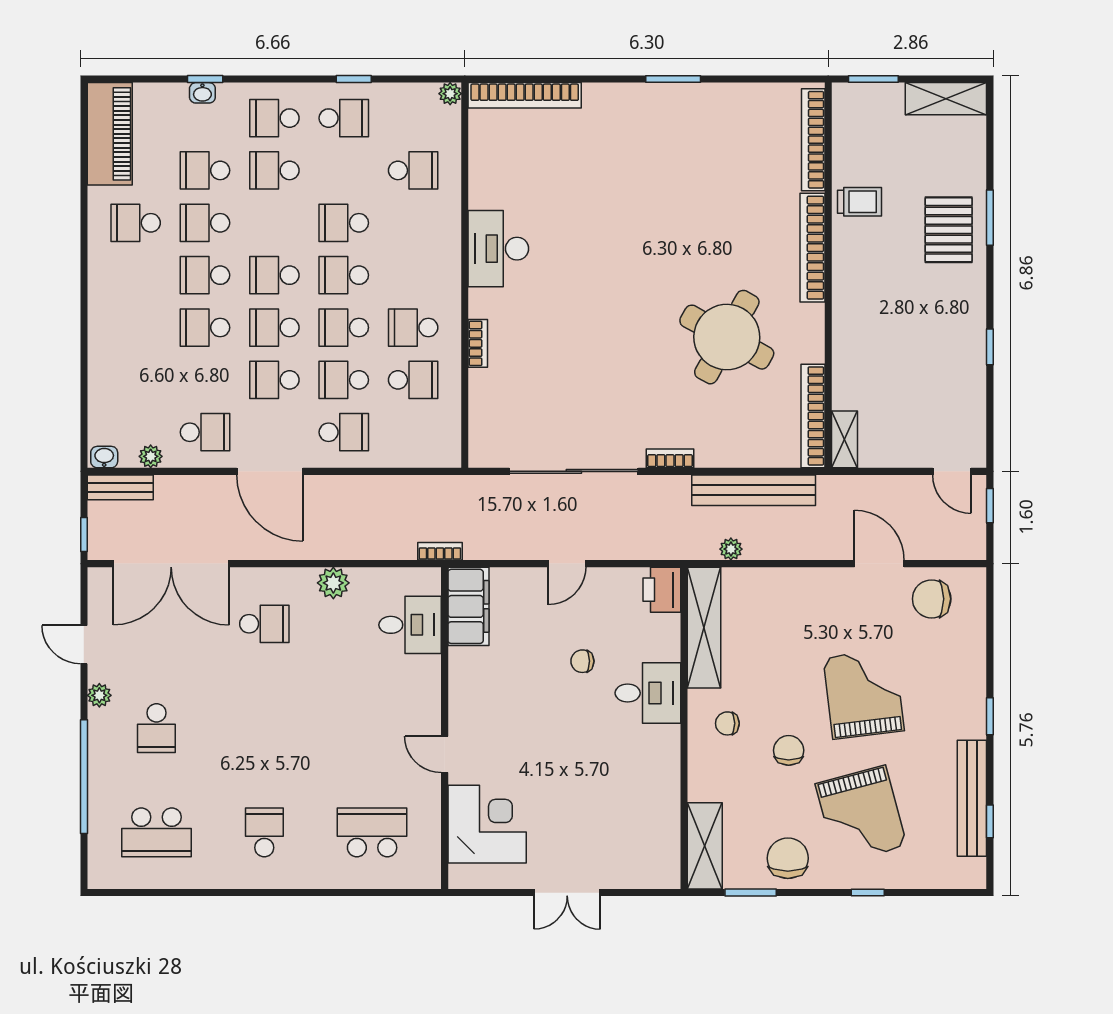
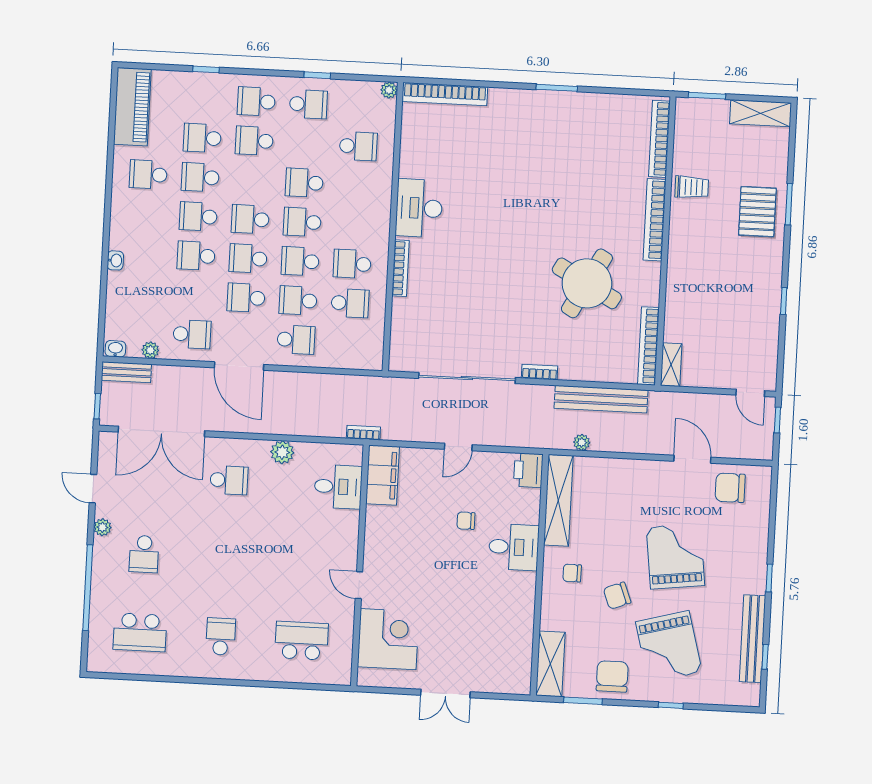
washbasin: (202, 93) -> (115, 260), moved, turned -90
bookcase: (478, 343) -> (401, 268), width x1.56
chair: (789, 750) -> (617, 596), turned -111

